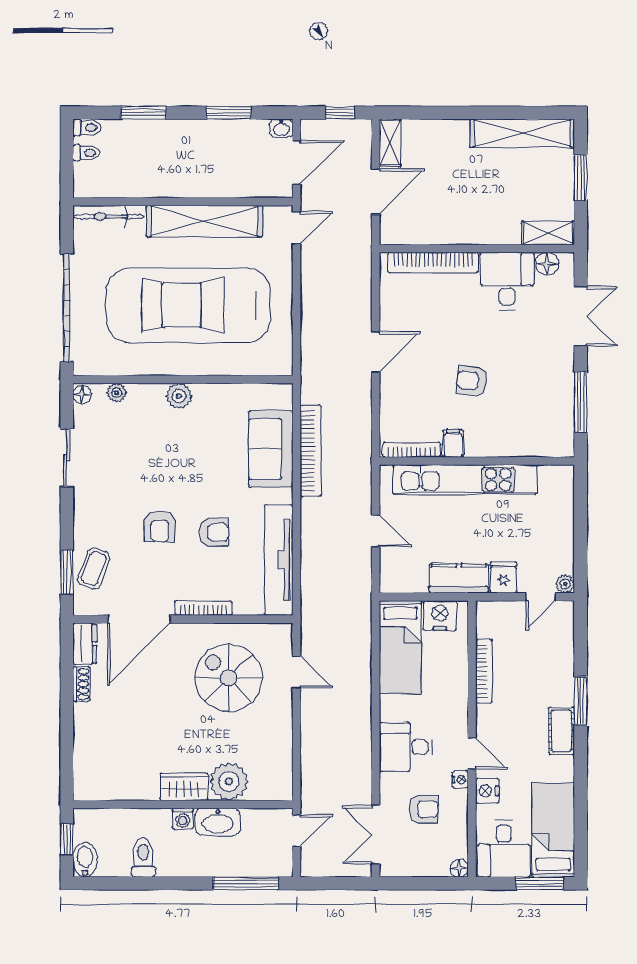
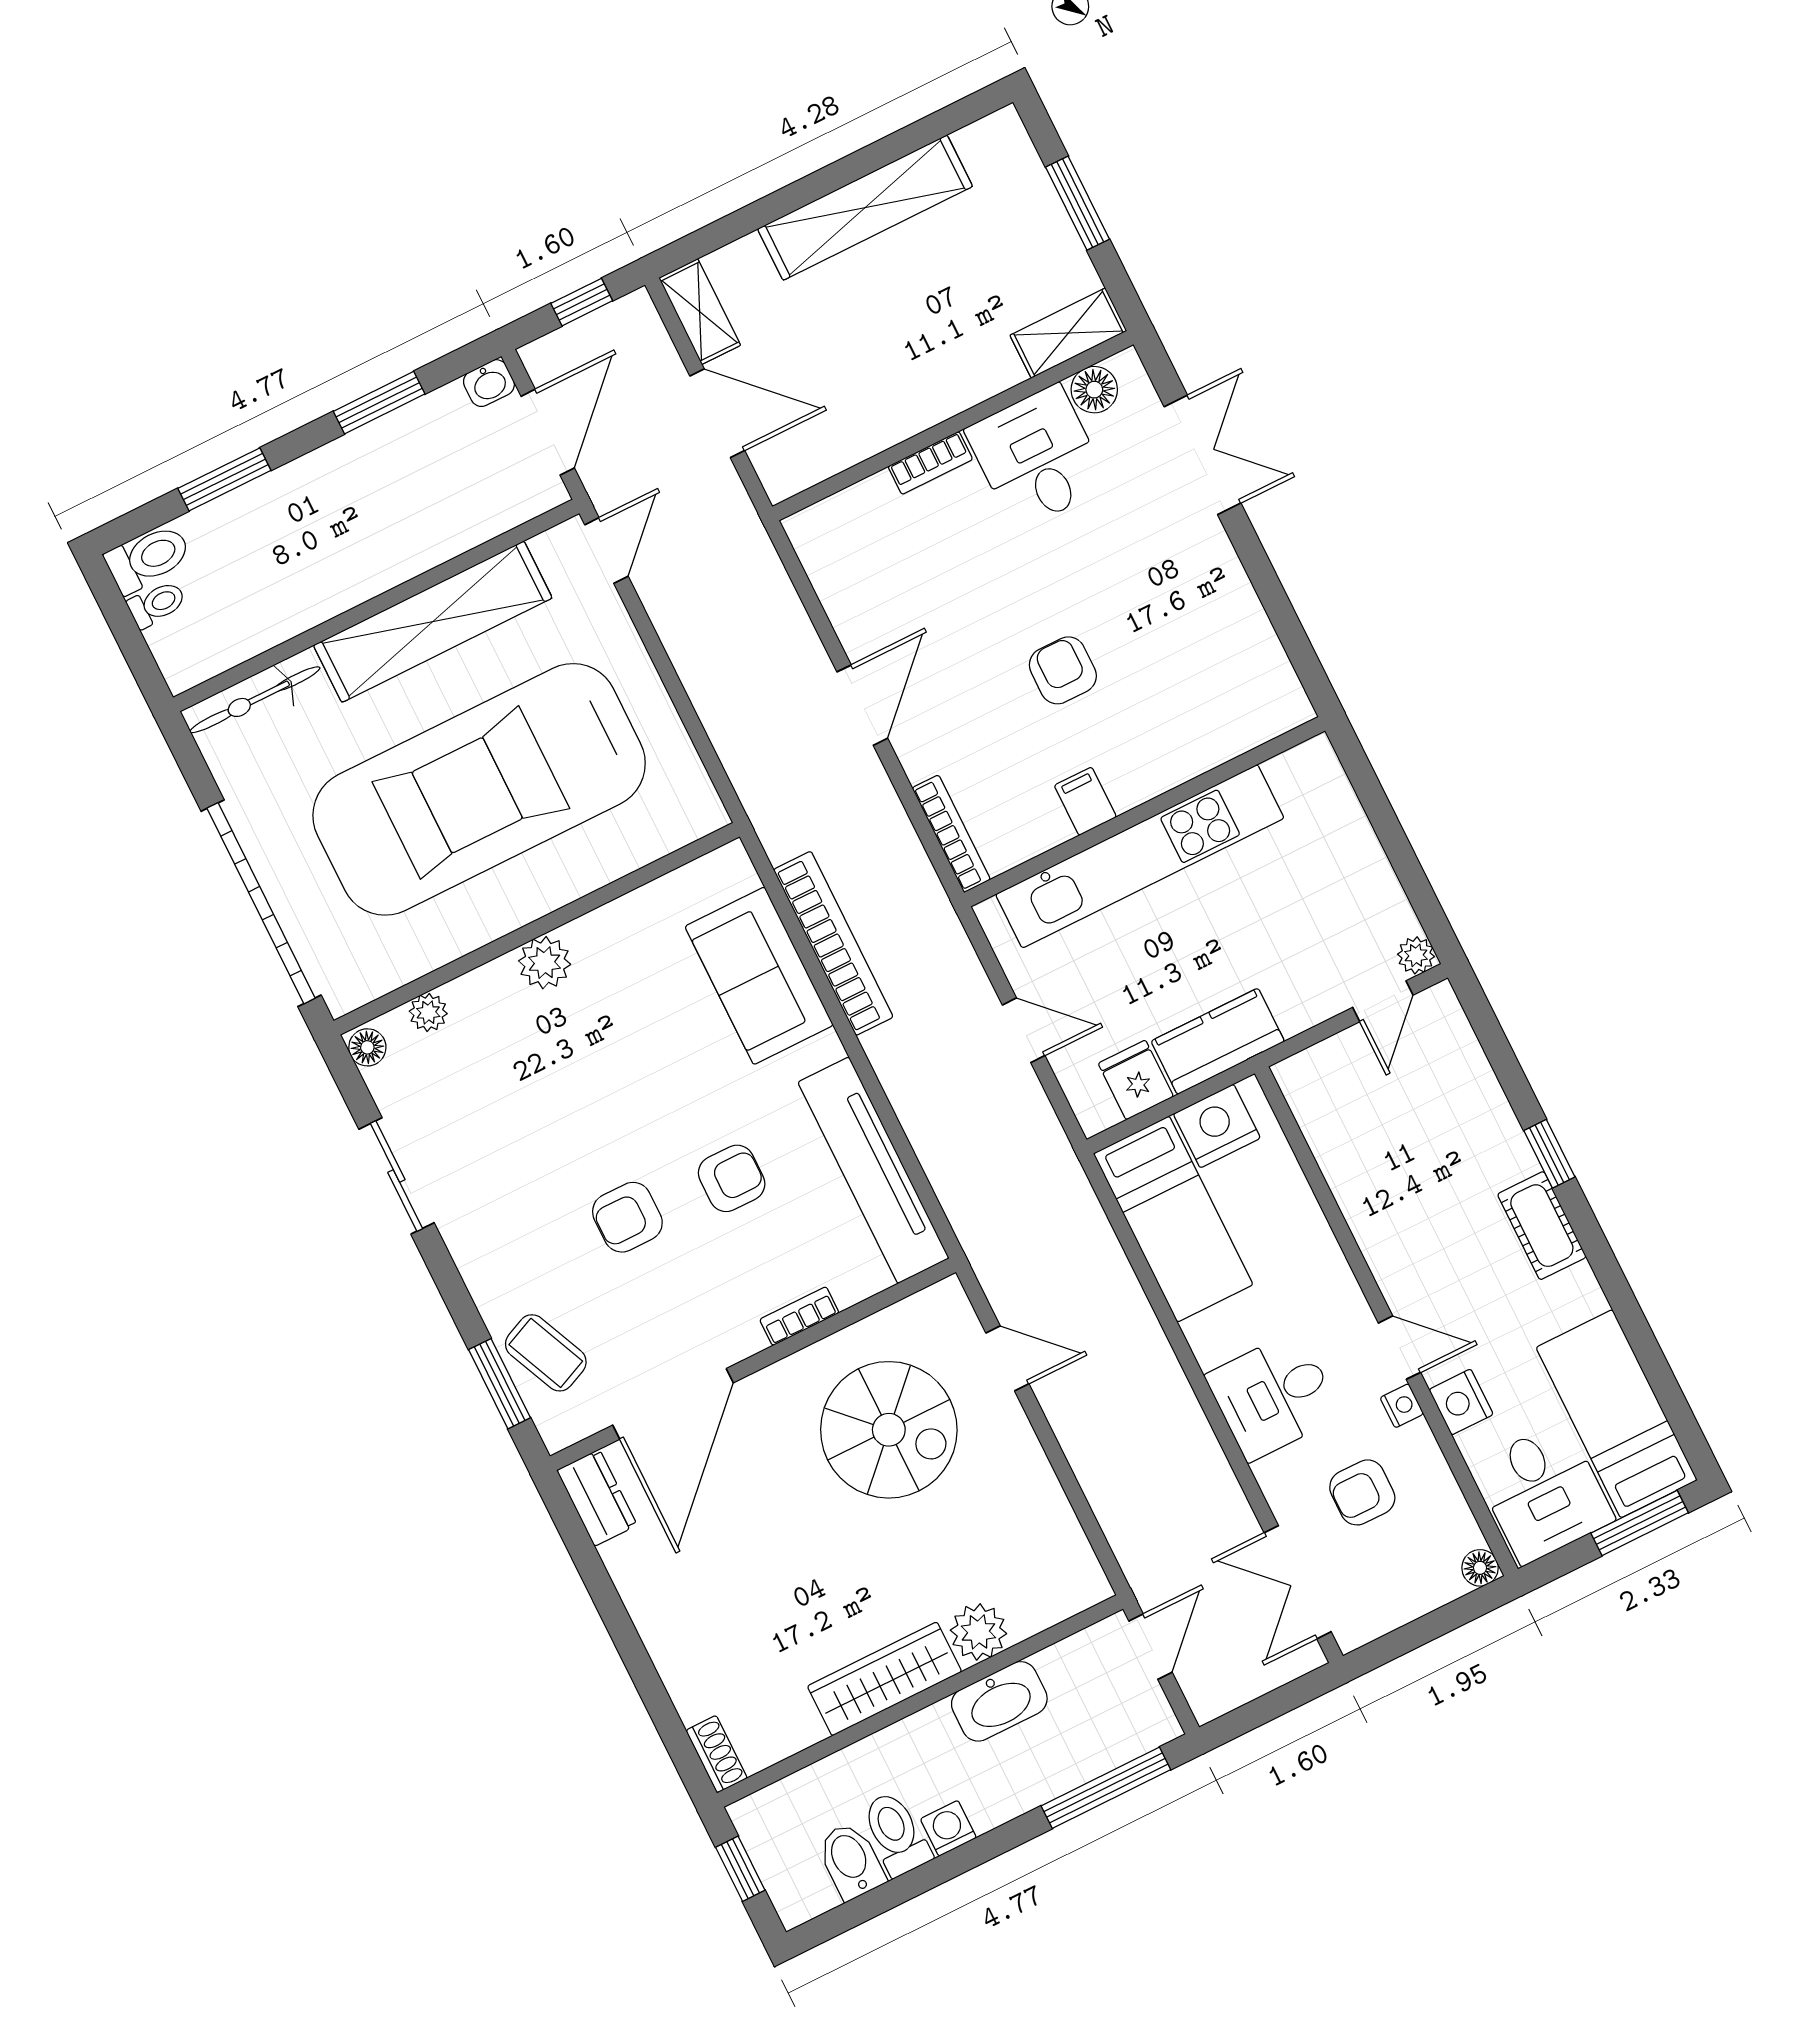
toilet: (87, 128) -> (148, 558), width x1.37, depth x1.39
shelving: (522, 133) -> (865, 208), moved
door: (376, 191) -> (717, 413), hinge flipped
bookcase: (433, 263) -> (930, 463), width x0.43, depth x0.76
armchair: (472, 381) -> (1063, 670), turned 84
window: (581, 402) -> (1280, 611), removed
bookcase: (412, 450) -> (951, 834), moved, turned 90
armchair: (160, 527) -> (627, 1217), turned 90
coffee table: (94, 569) -> (546, 1353), turned -44
fridge: (503, 577) -> (1136, 1080), moved
bookcase: (204, 608) -> (799, 1316), width x0.64
bookcase: (484, 671) -> (1347, 1187), removed
spiral stairs: (229, 678) -> (889, 1430), turned 180
shoe rack: (81, 684) -> (717, 1754), moved
window: (581, 701) -> (1549, 1154), width x0.67
plant: (229, 782) -> (978, 1632), width x0.73, depth x0.73
wardrobe: (184, 787) -> (885, 1679), width x1.50
armchair: (424, 809) -> (1362, 1492), turned 180
washing machine: (183, 818) -> (948, 1828), moved, turned 180
bidet: (85, 860) -> (851, 1861), moved

